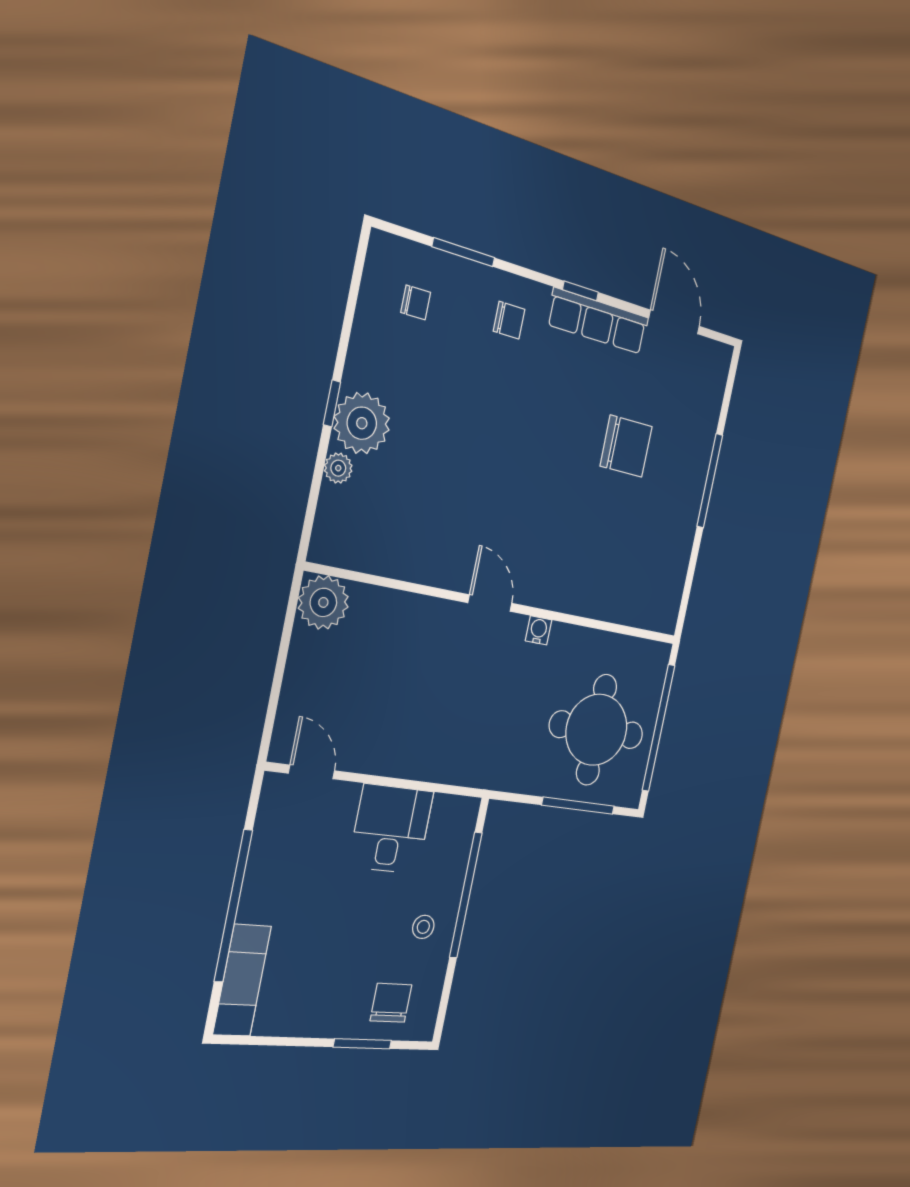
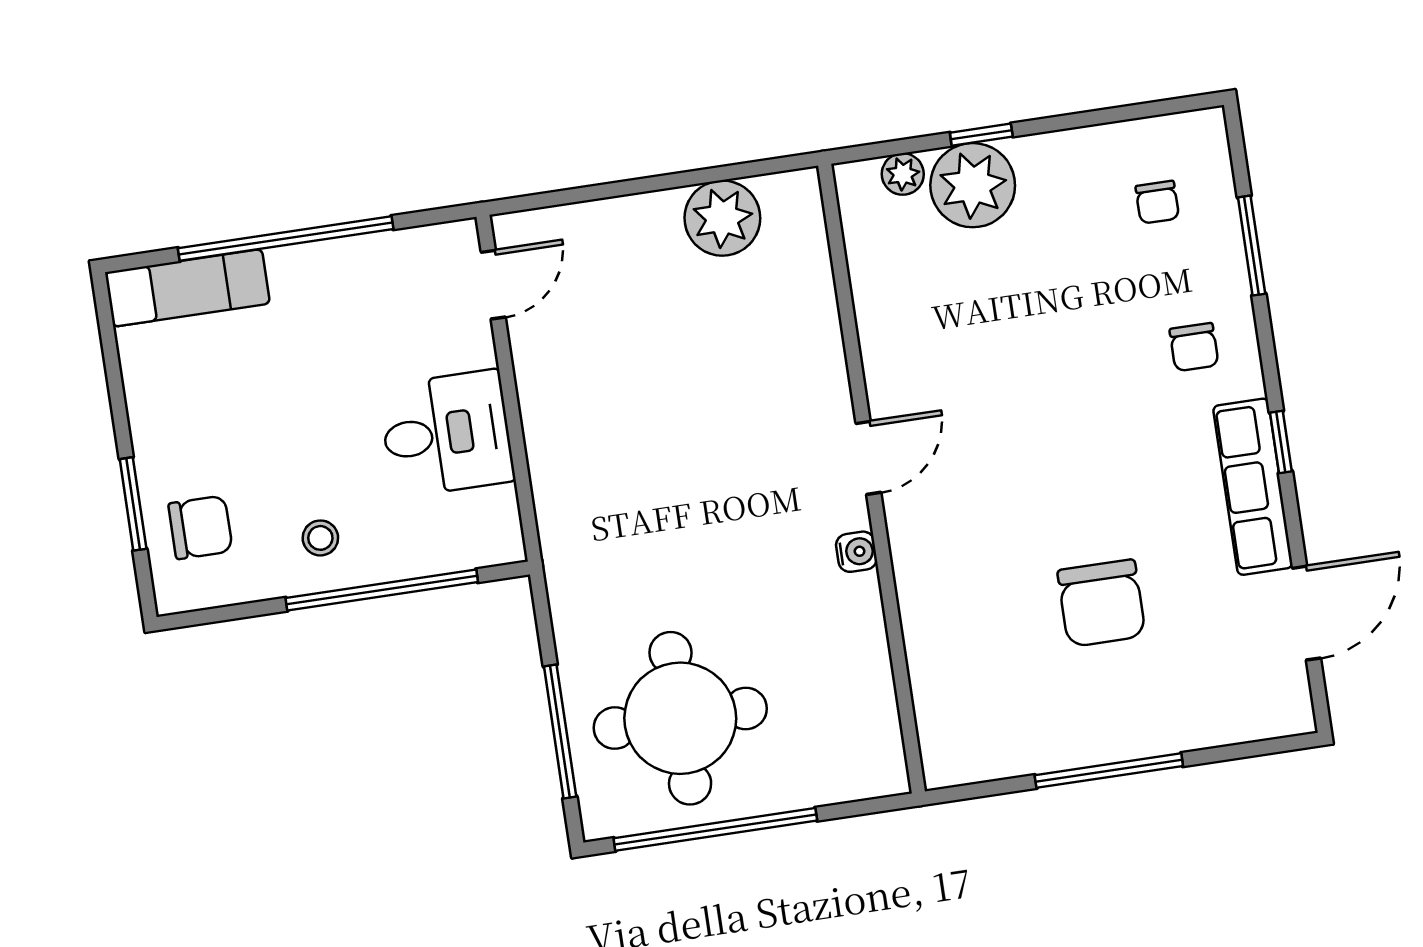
door: (490, 603) -> (868, 458), moved
wall: (502, 605) -> (872, 479), moved
water cooler: (539, 630) -> (856, 552), moved

